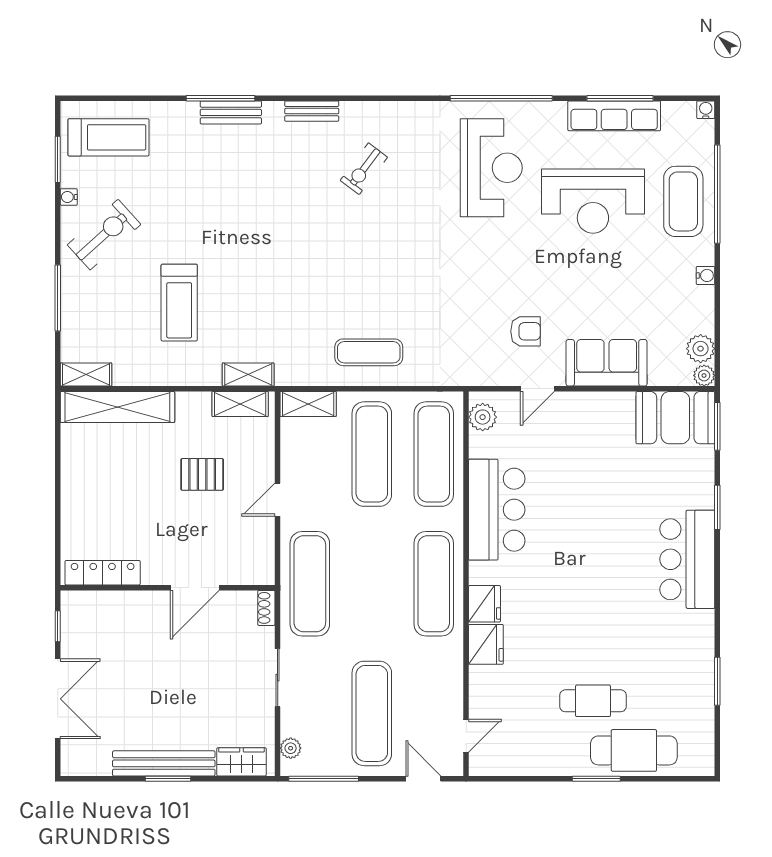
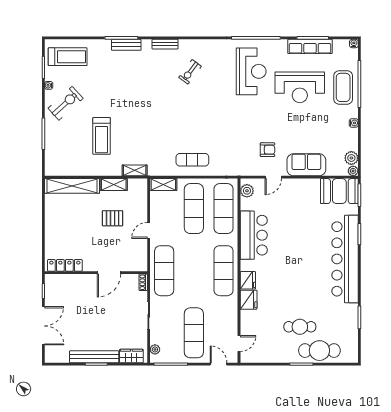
shelving: (86, 375) -> (57, 170), removed
shelving: (240, 404) -> (114, 185), moved
bar counter: (687, 559) -> (345, 259), width x1.86

